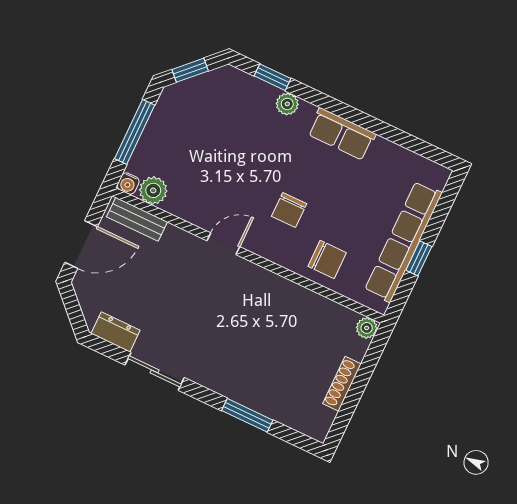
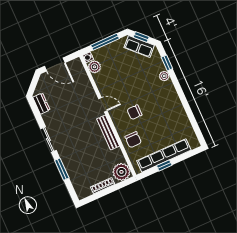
row of seats: (342, 134) -> (139, 46), moved, turned -45
bench: (137, 219) -> (108, 132), moved, width x1.36
plant: (367, 328) -> (121, 172), width x1.87, depth x1.87
sliding door: (155, 371) -> (48, 139), moved

